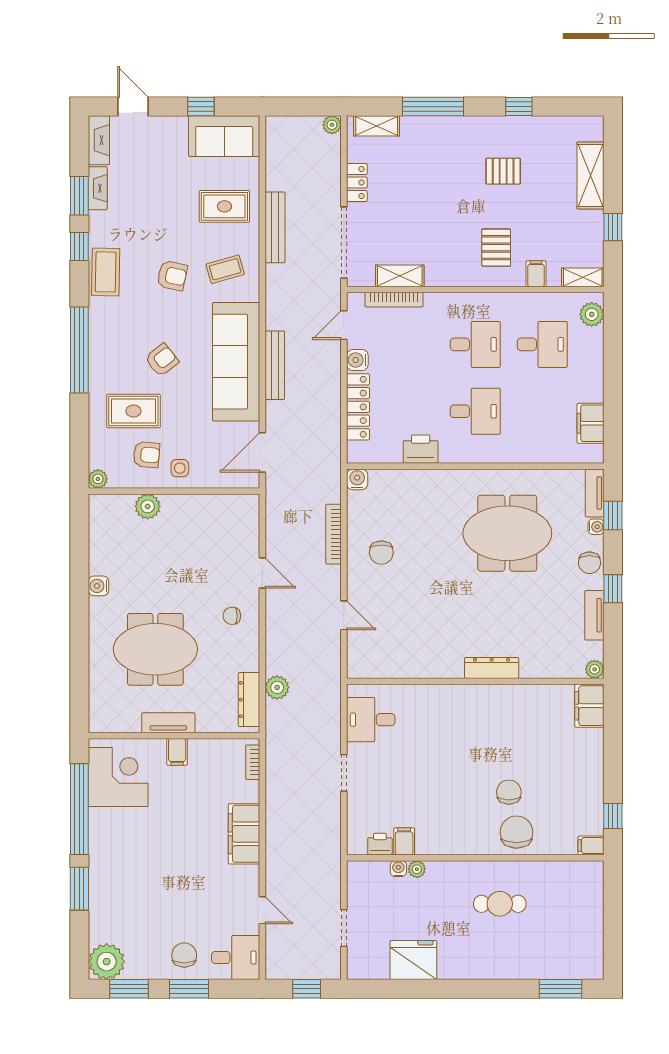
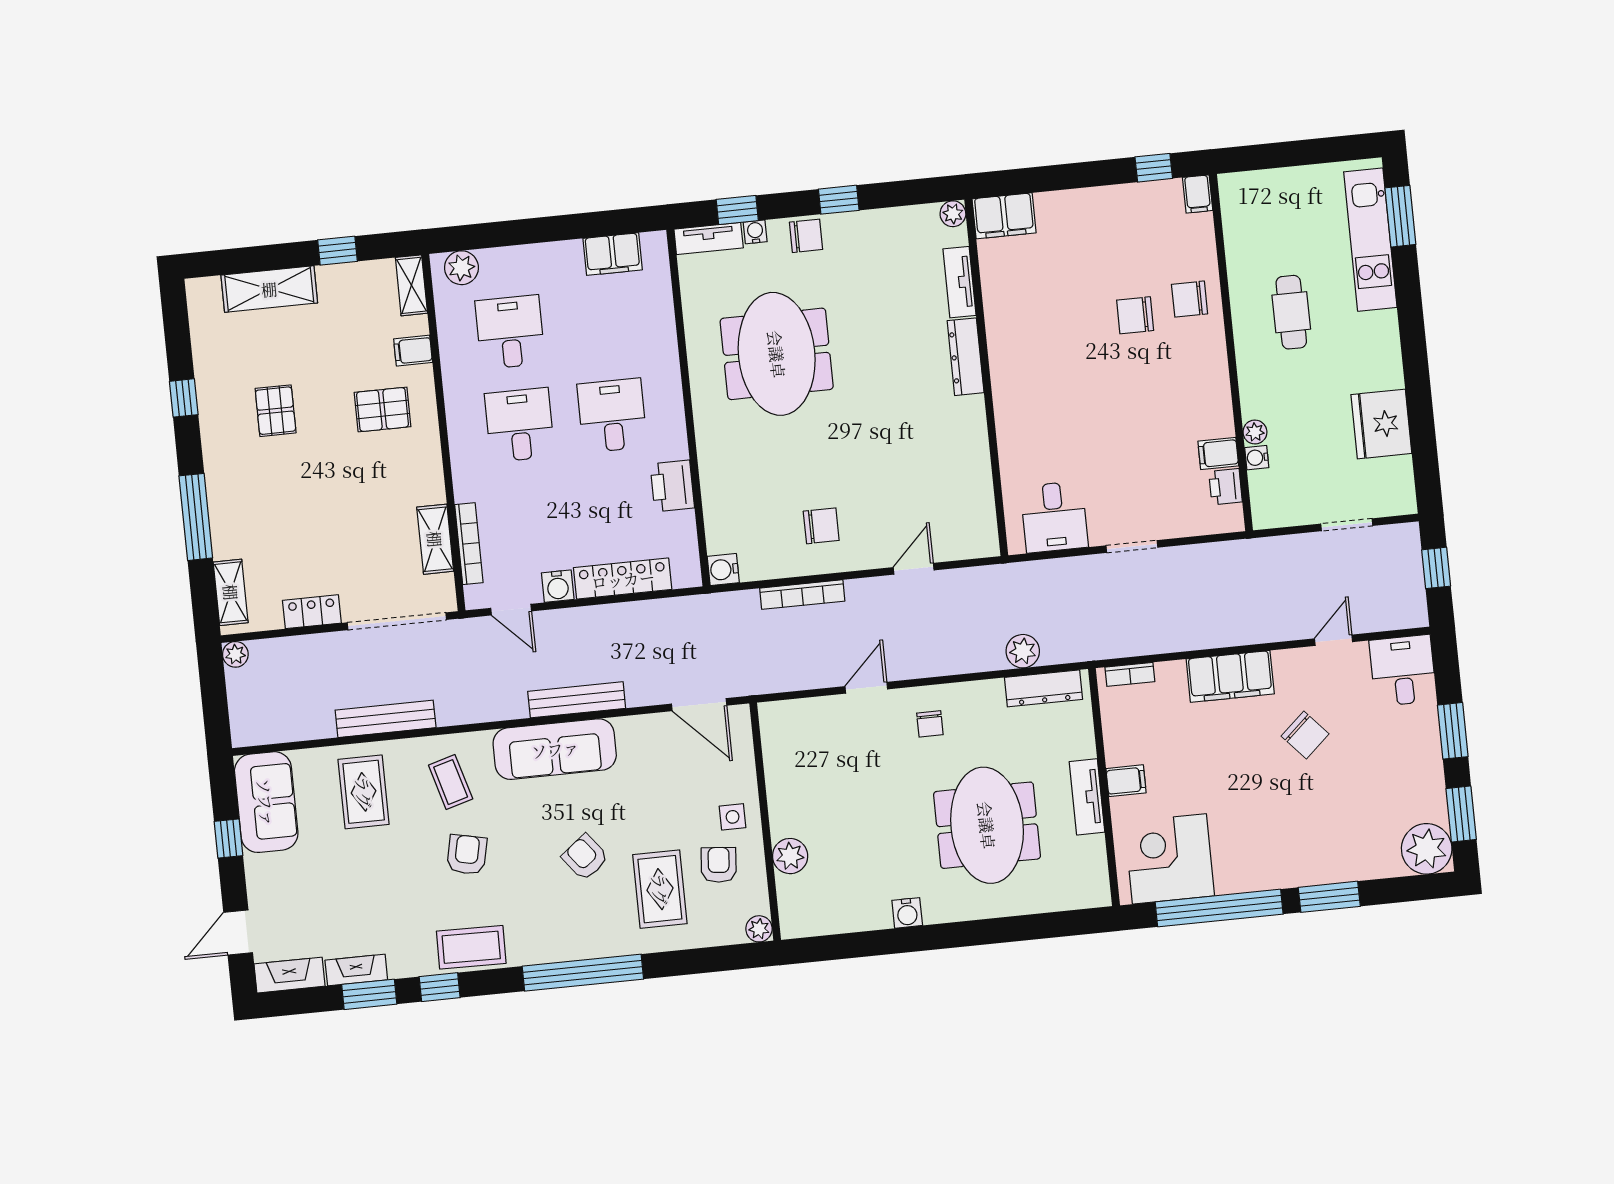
sofa: (236, 362) -> (555, 749), width x0.74, depth x0.79
tv unit: (594, 615) -> (959, 282), moved, turned 90
chair: (516, 832) -> (1190, 299), width x0.73, depth x0.73
chair: (184, 955) -> (1305, 735), moved, turned -132
kitchen unit: (546, 966) -> (1370, 240), added

